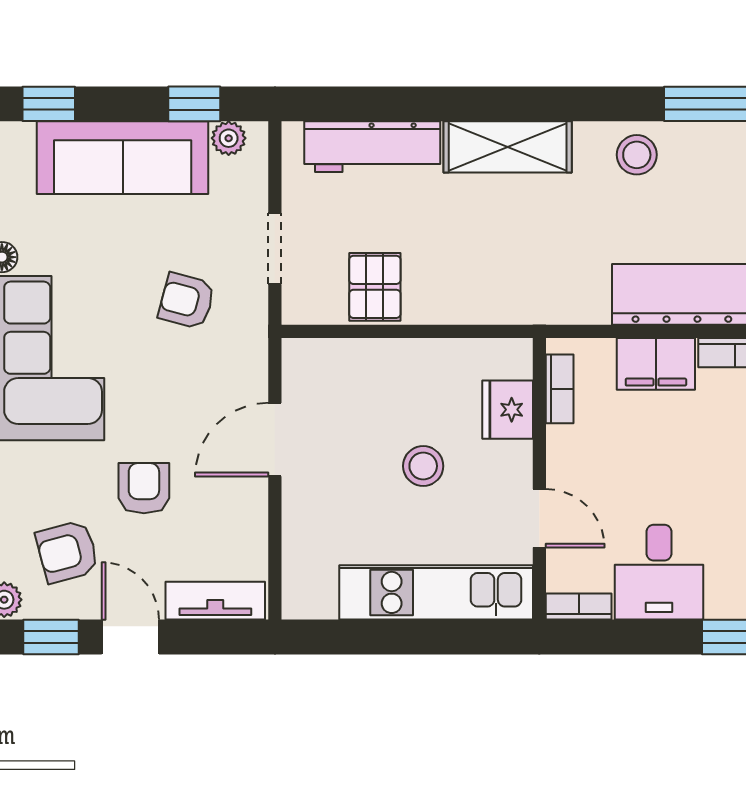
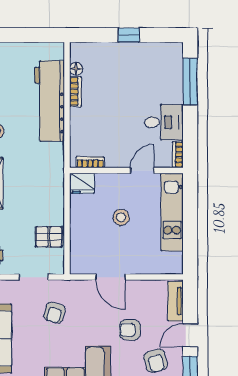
filing cabinet: (656, 364) -> (80, 123), removed
fridge: (508, 410) -> (82, 183), moved

